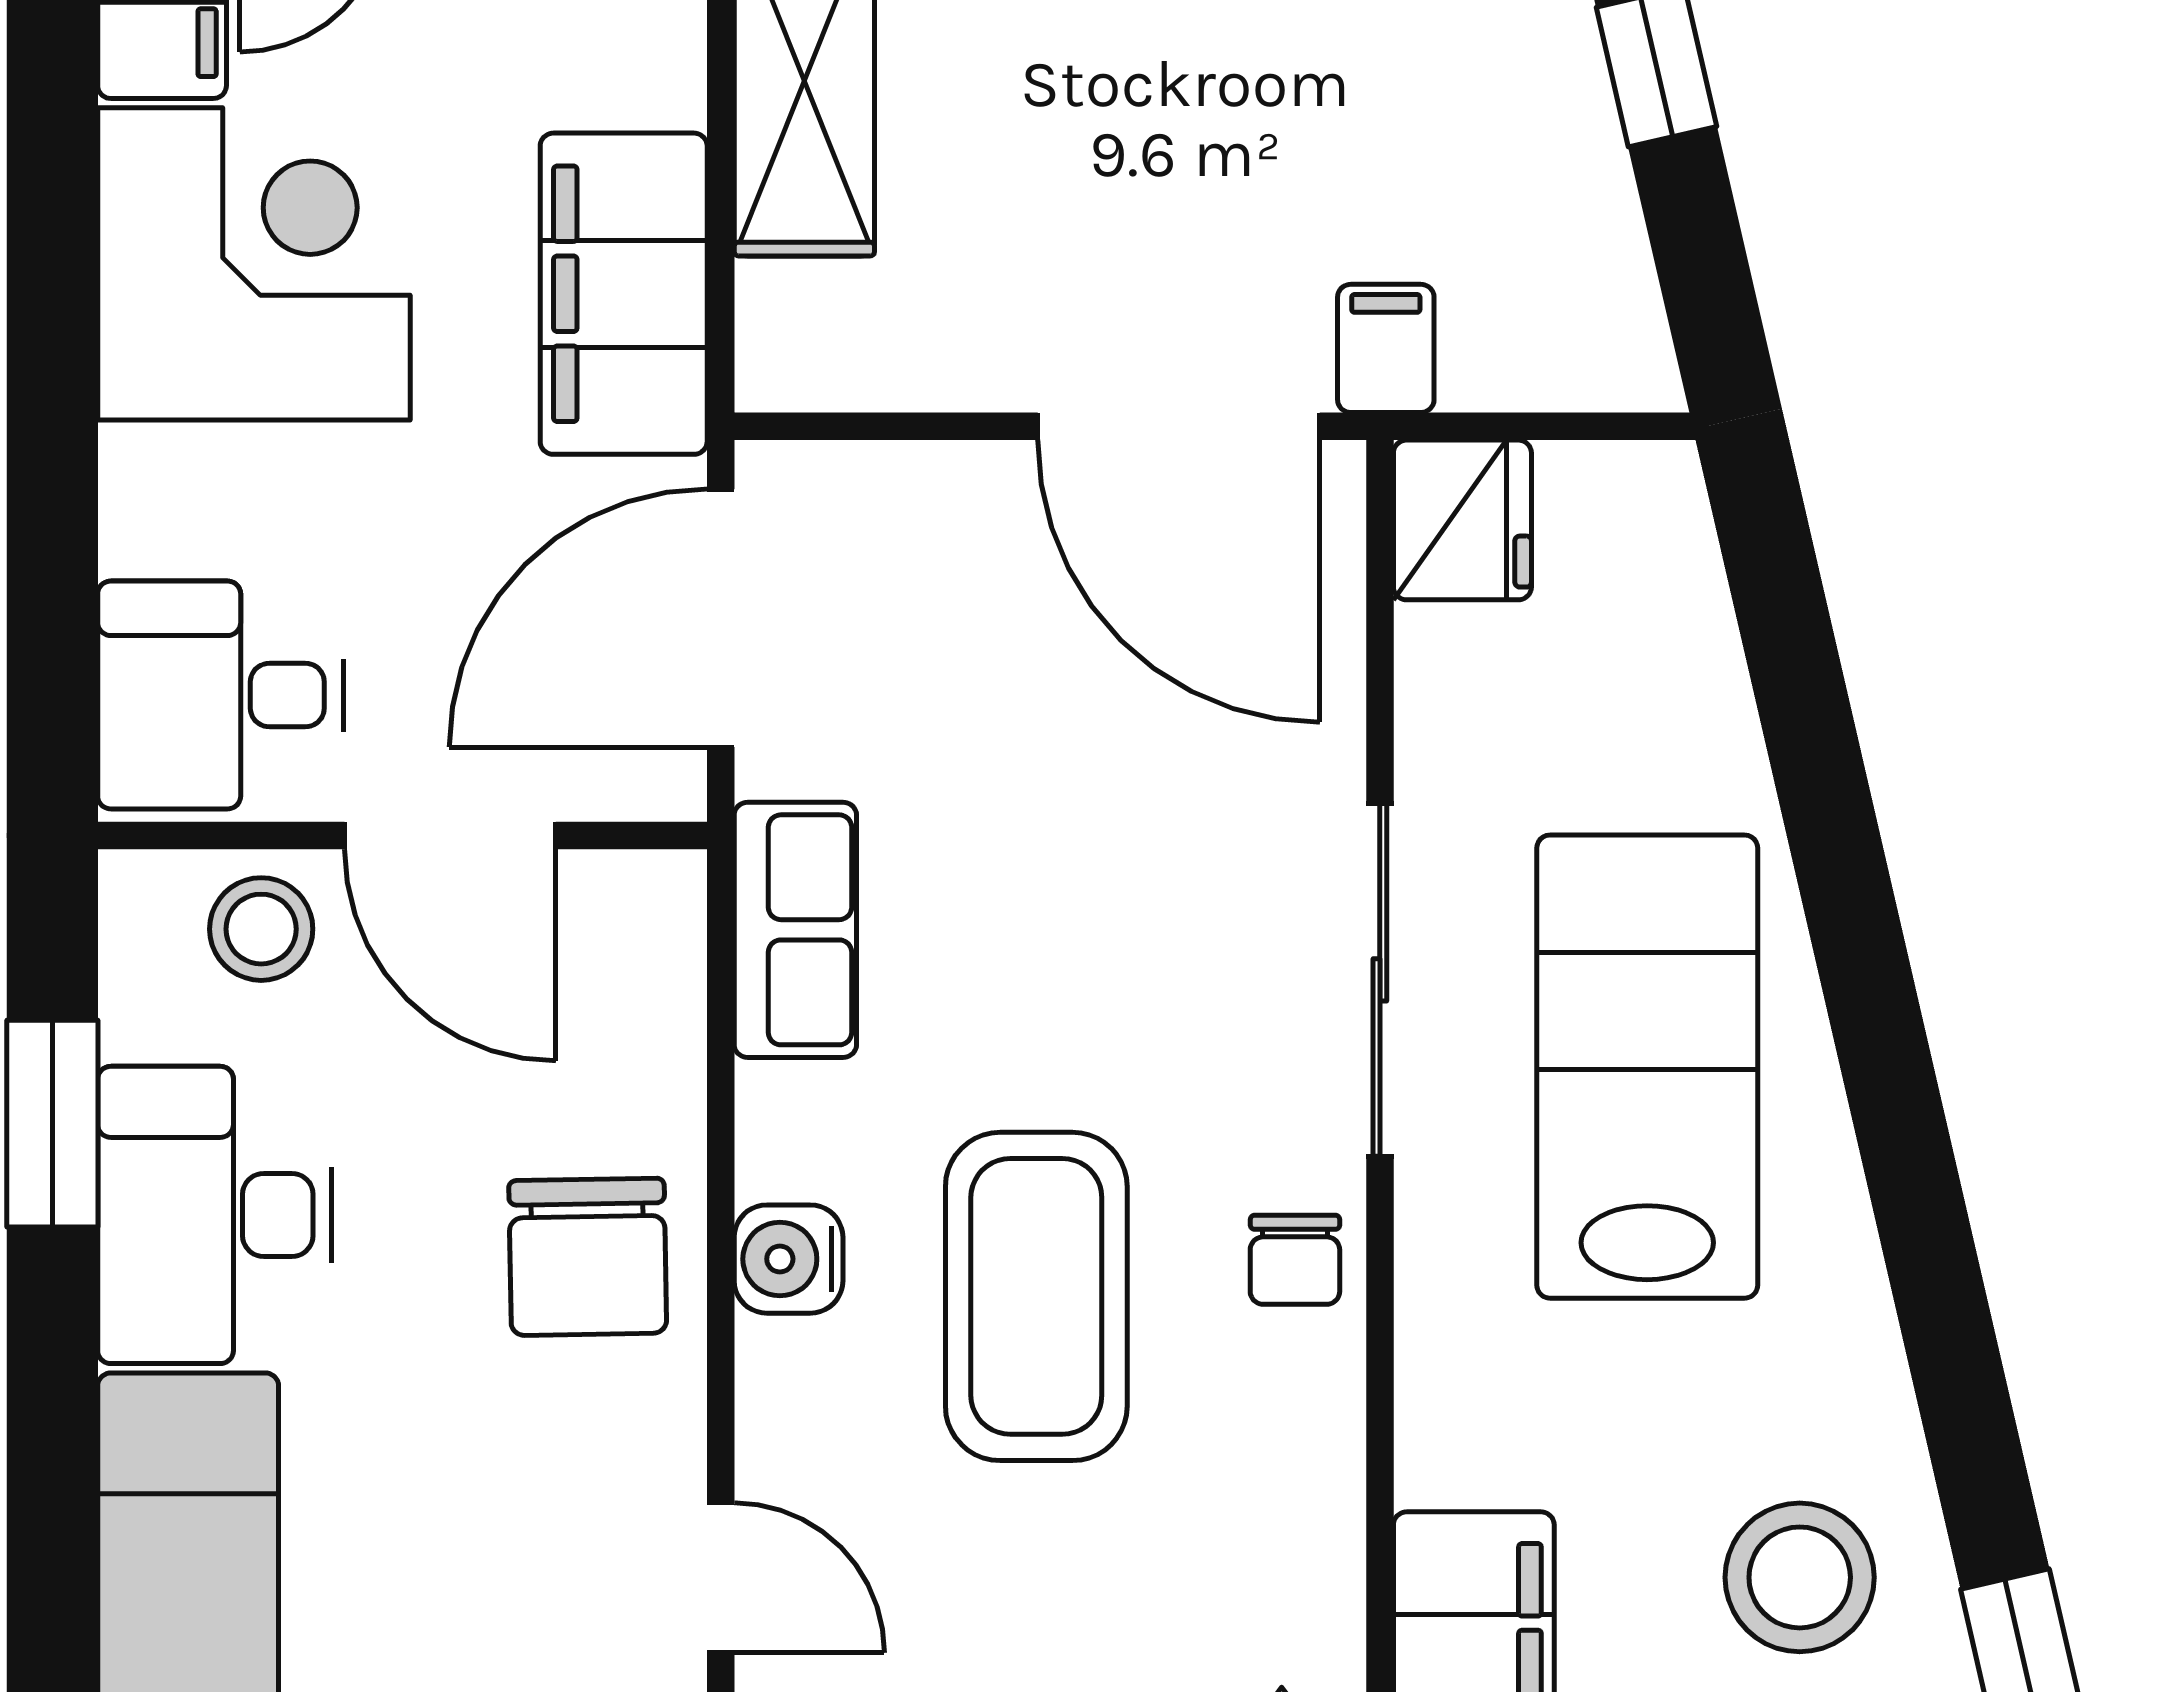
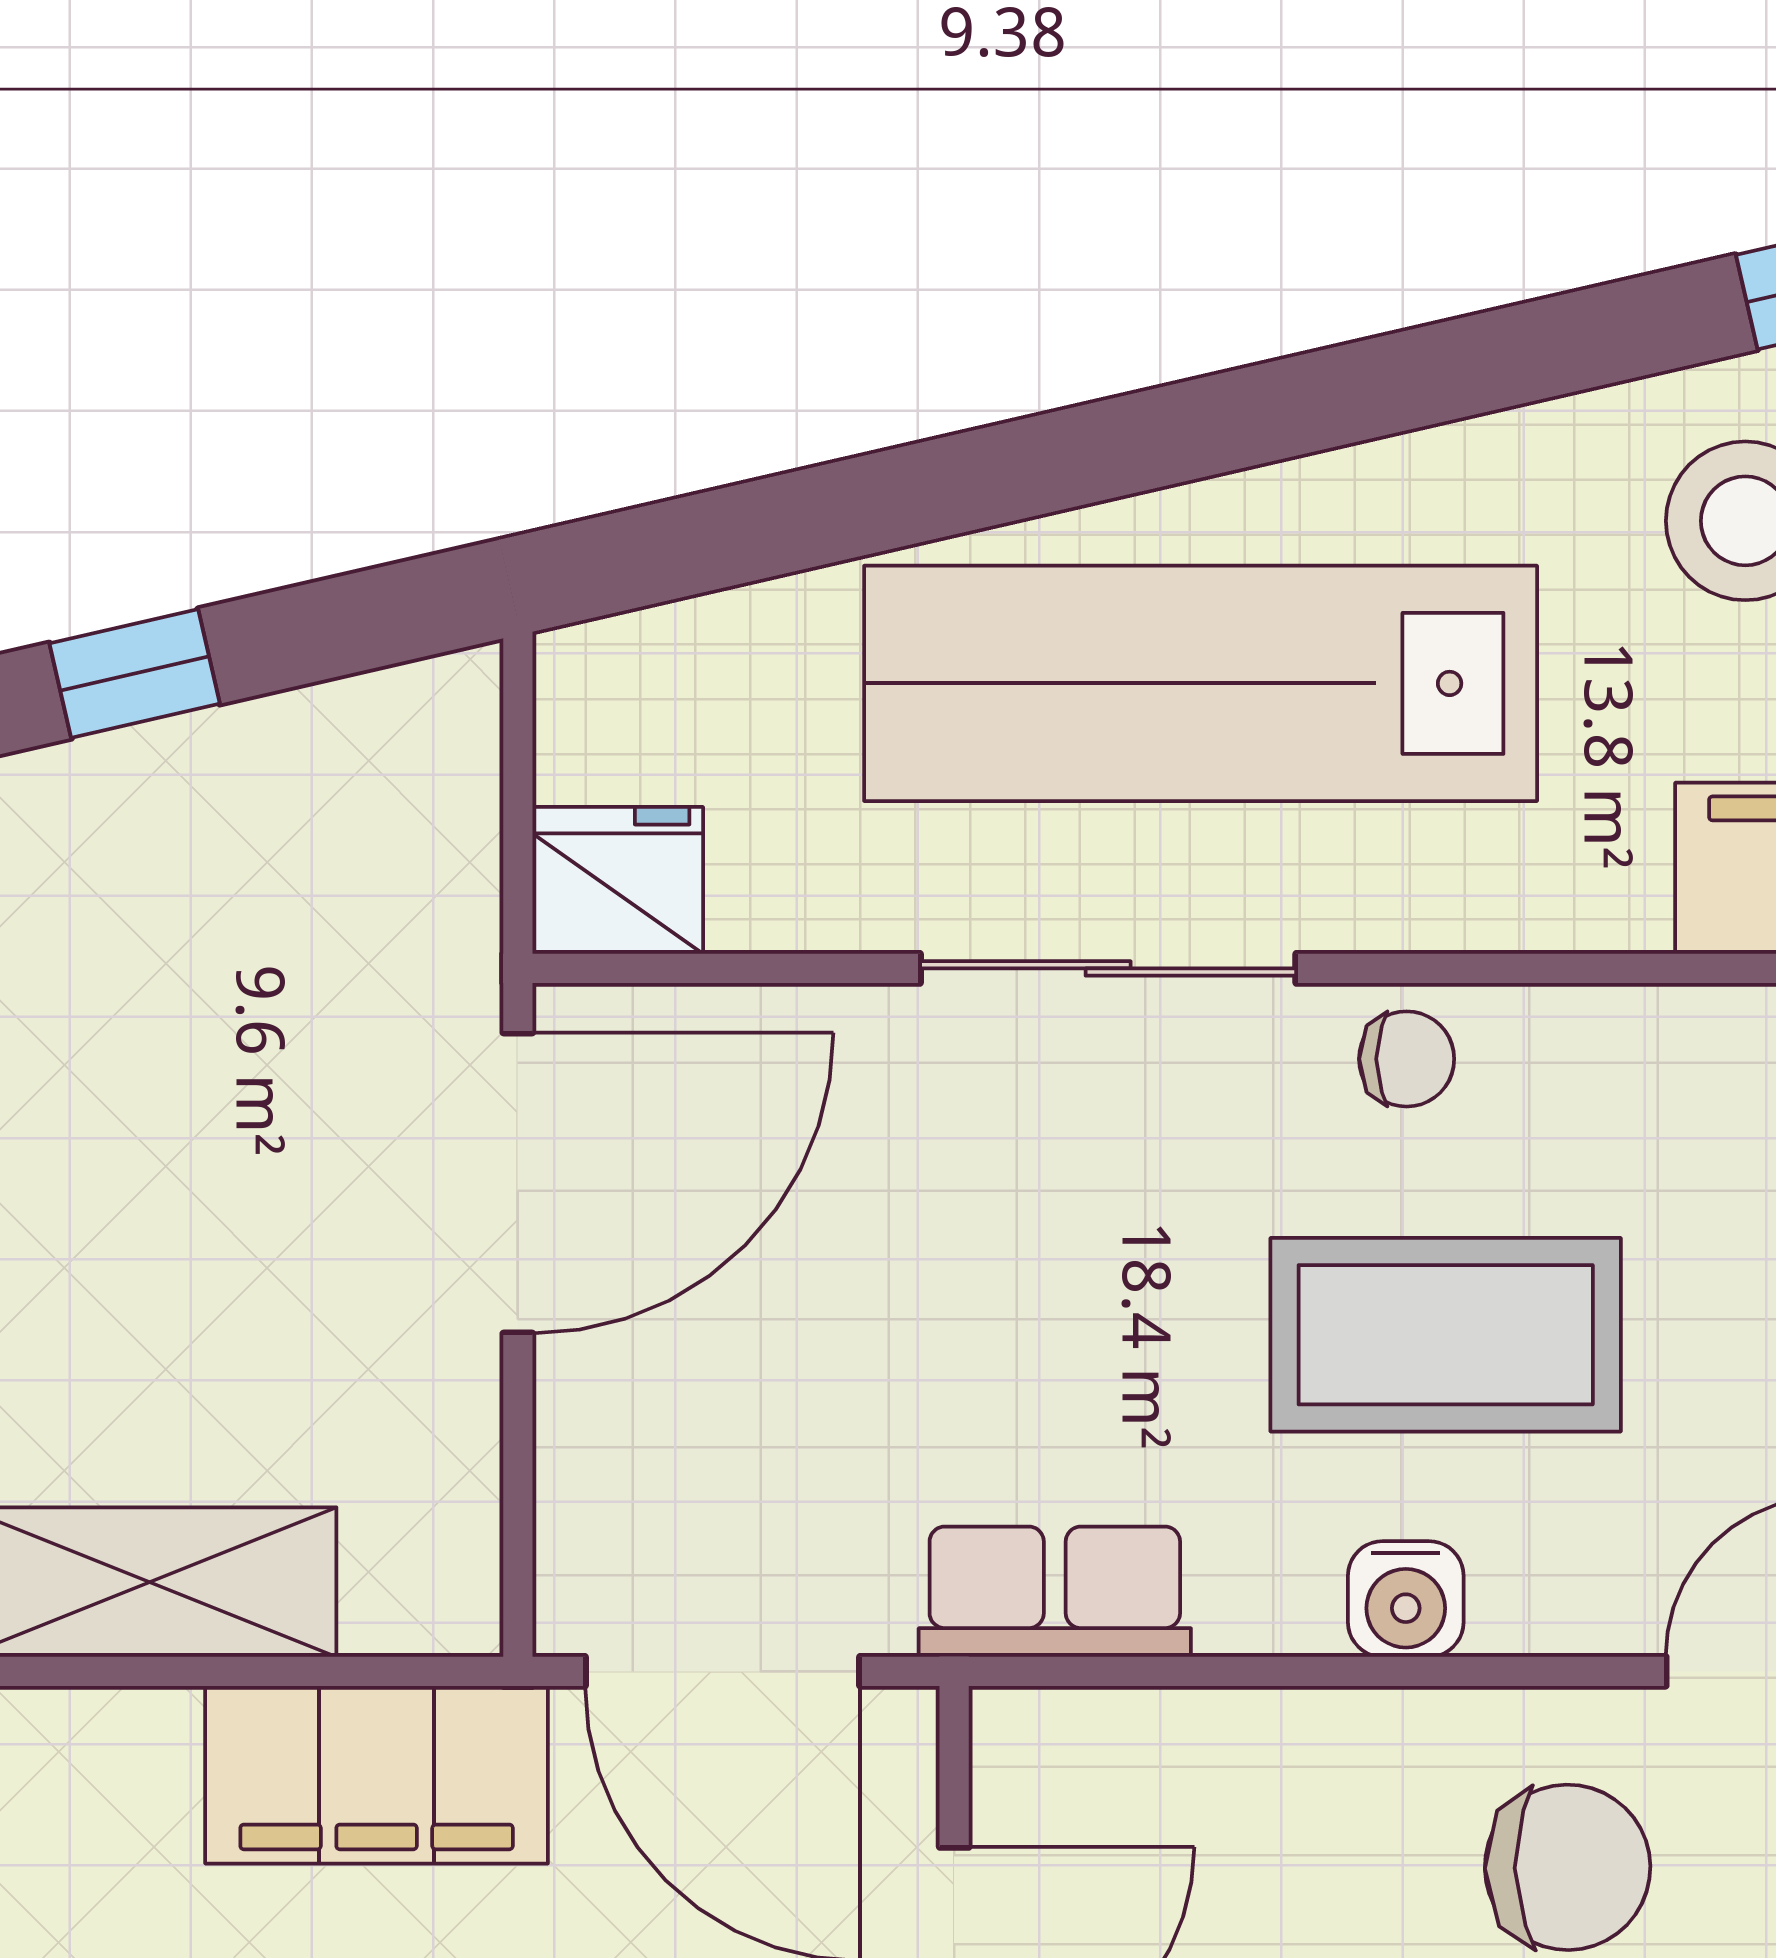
filing cabinet: (1386, 348) -> (435, 962), removed
lab bench: (1647, 1067) -> (1201, 683), width x1.36
chair: (588, 1257) -> (1568, 1867), moved

